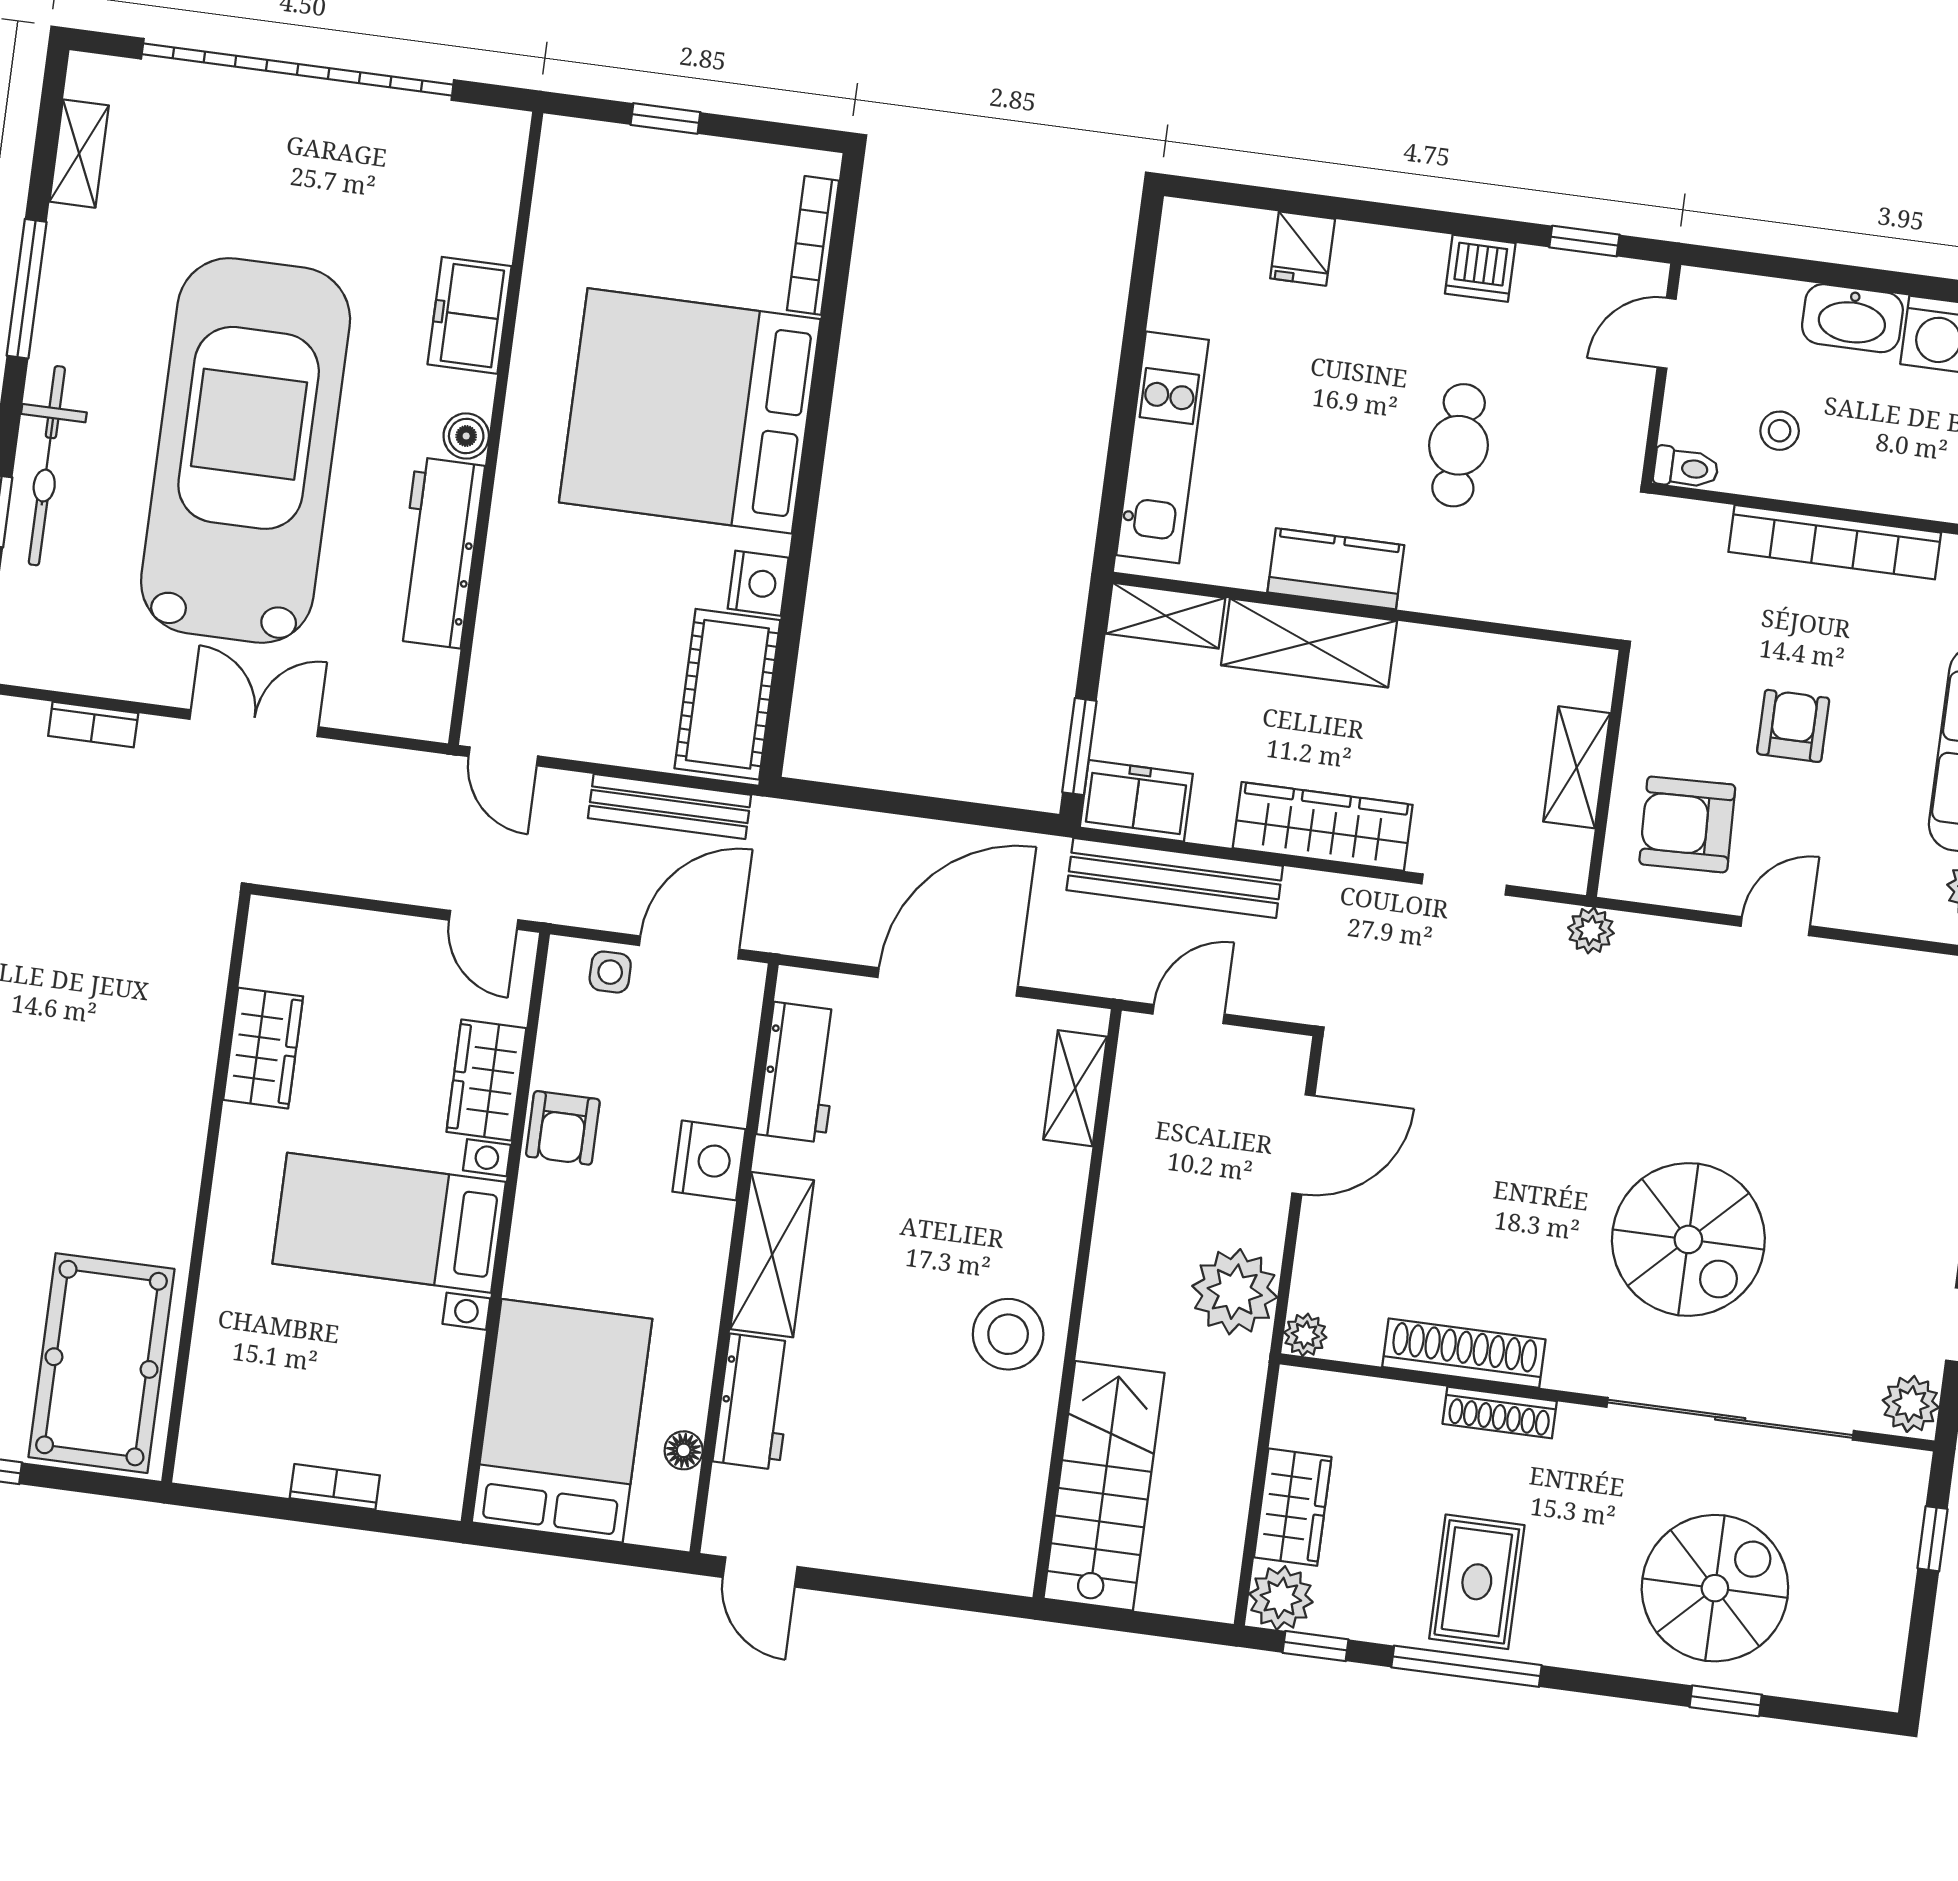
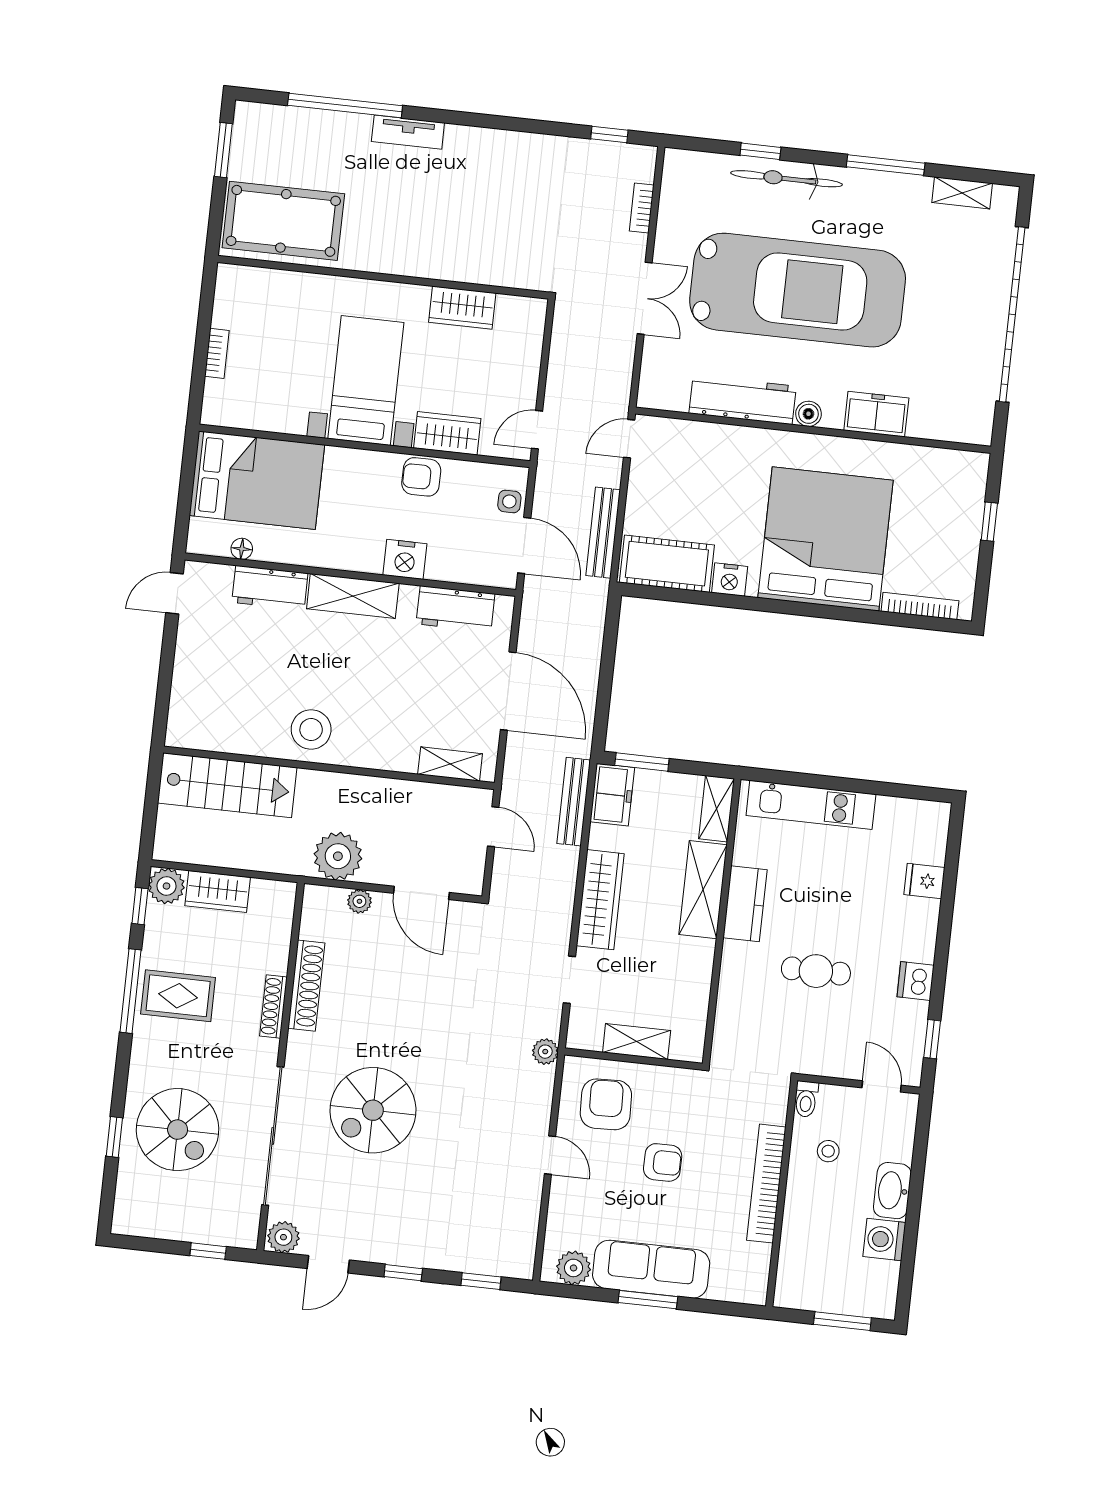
bench: (1175, 878) -> (574, 802), width x0.73, depth x0.82
plant: (1305, 1335) -> (359, 901), moved

